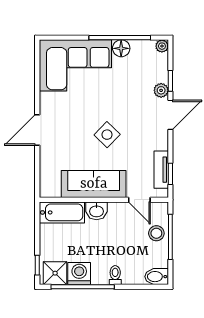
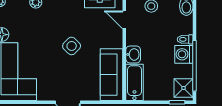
sofa: (94, 184) -> (111, 75), moved
door: (139, 200) -> (124, 20), swing flipped
washing machine: (79, 274) -> (184, 54), moved

